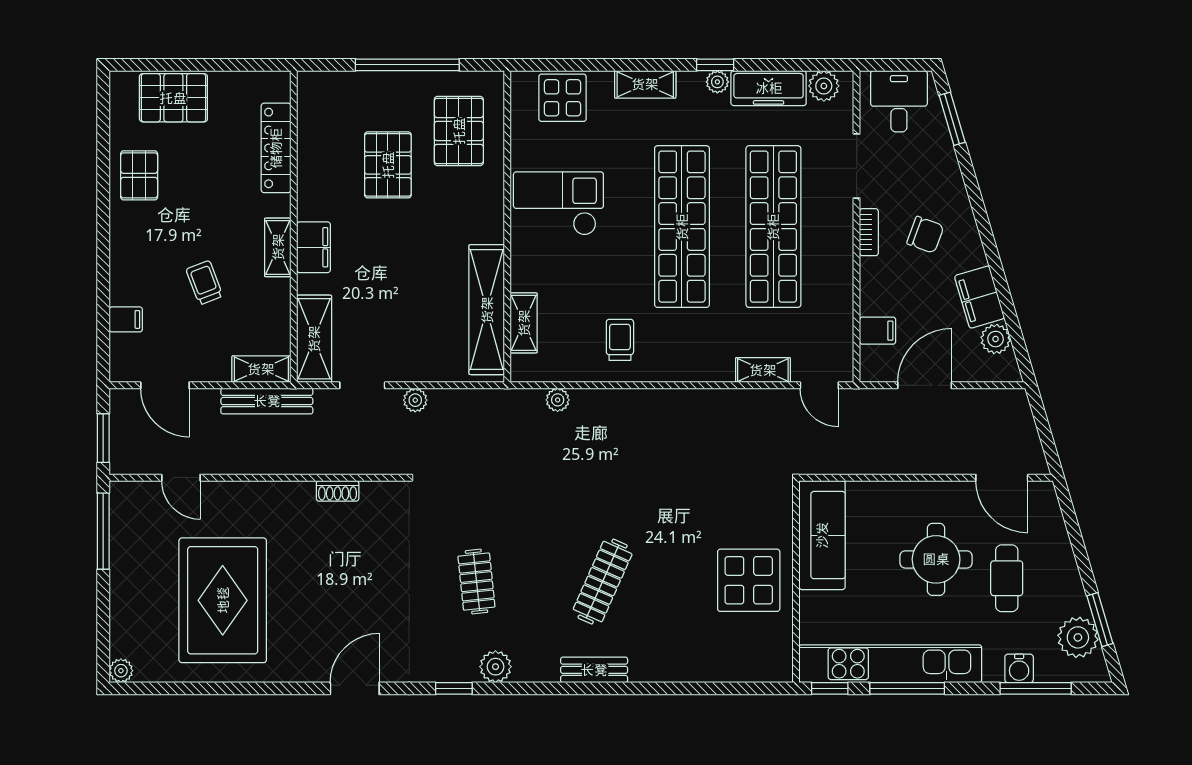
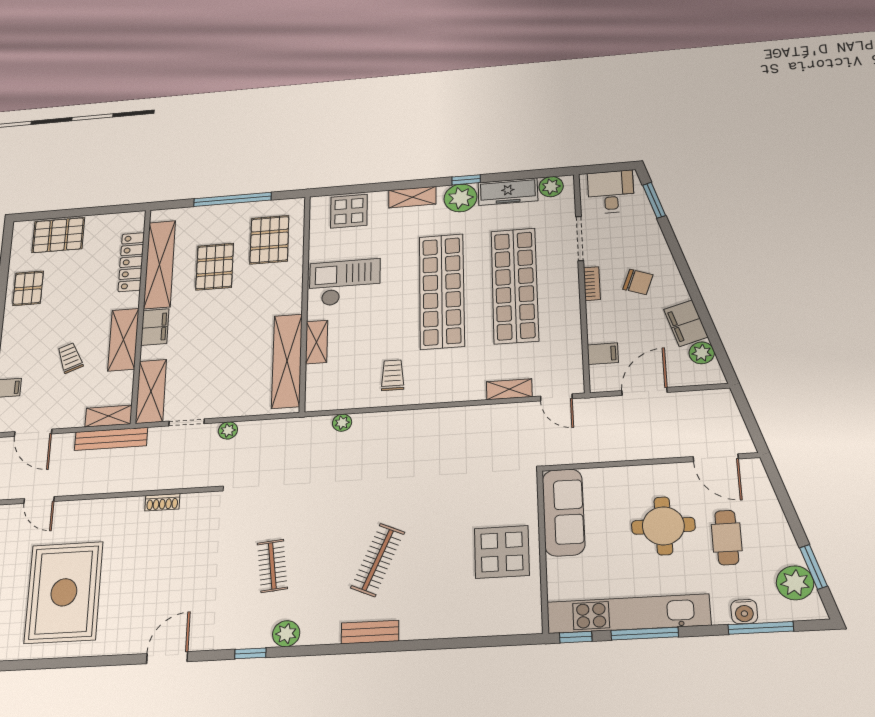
plant: (717, 82) -> (460, 198), width x1.88, depth x1.88
shelving: (314, 155) -> (160, 264), added
shelving: (278, 247) -> (123, 340), width x1.50, depth x1.33
shelving: (524, 323) -> (316, 342), moved

